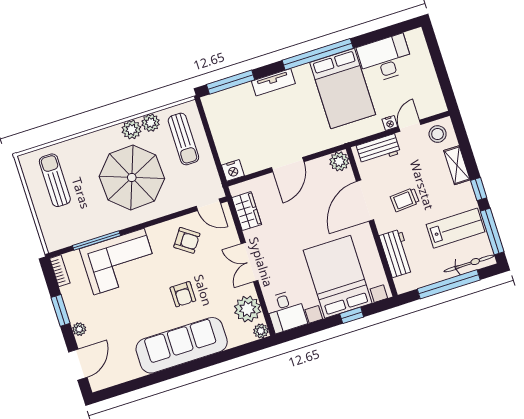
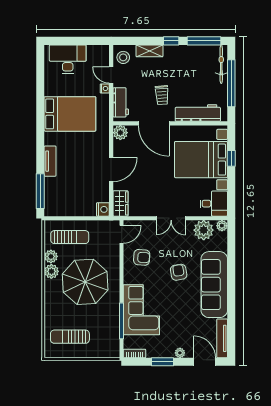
window: (318, 54) -> (40, 124), removed
desk: (385, 59) -> (68, 59), moved, turned 90
door: (288, 165) -> (111, 170), hinge flipped
wardrobe: (247, 211) -> (121, 203), moved, turned 90
lab bench: (456, 228) -> (193, 66), removed
armchair: (187, 240) -> (142, 257), turned 59
workbench: (397, 253) -> (198, 113), width x1.38
armchair: (183, 294) -> (179, 272), turned -100
tv unit: (115, 378) -> (222, 338), added

